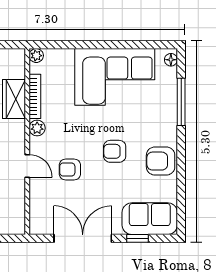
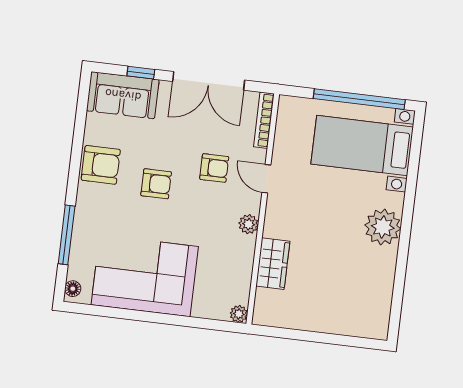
bookcase: (35, 96) -> (264, 120), moved

